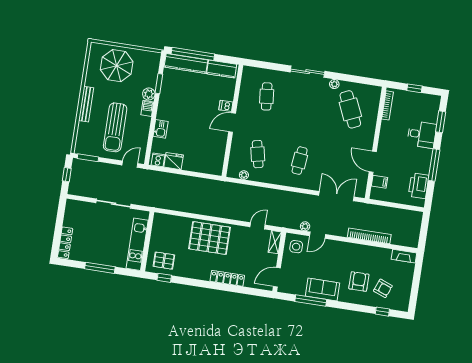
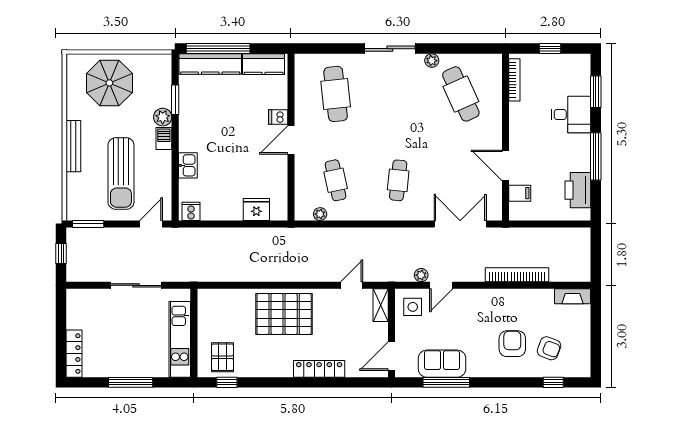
cafe table: (267, 96) -> (336, 94), width x1.37, depth x1.35
fridge: (174, 161) -> (256, 209), moved
pallet: (164, 261) -> (222, 357), turned 90
sofa: (323, 290) -> (442, 364), moved

